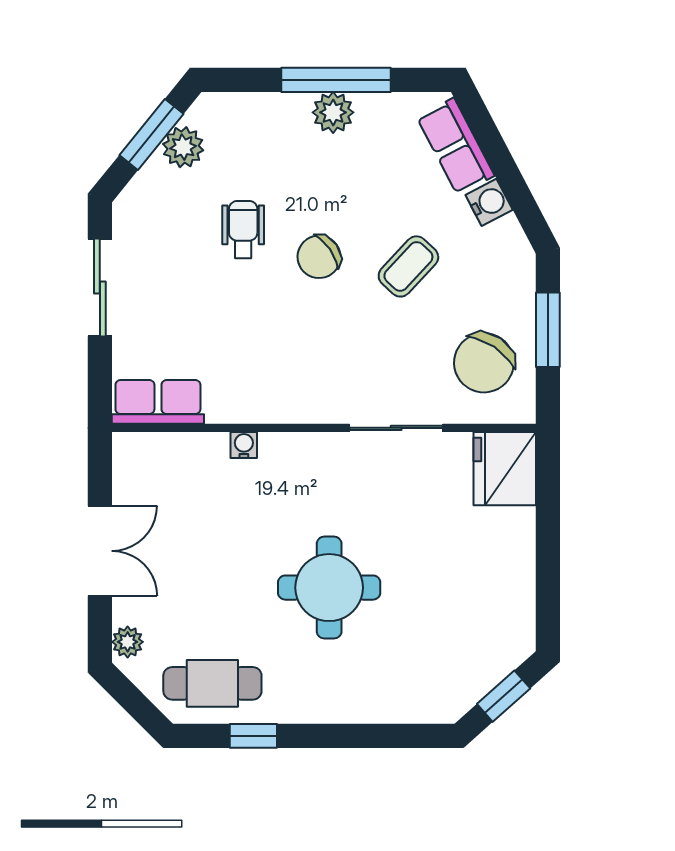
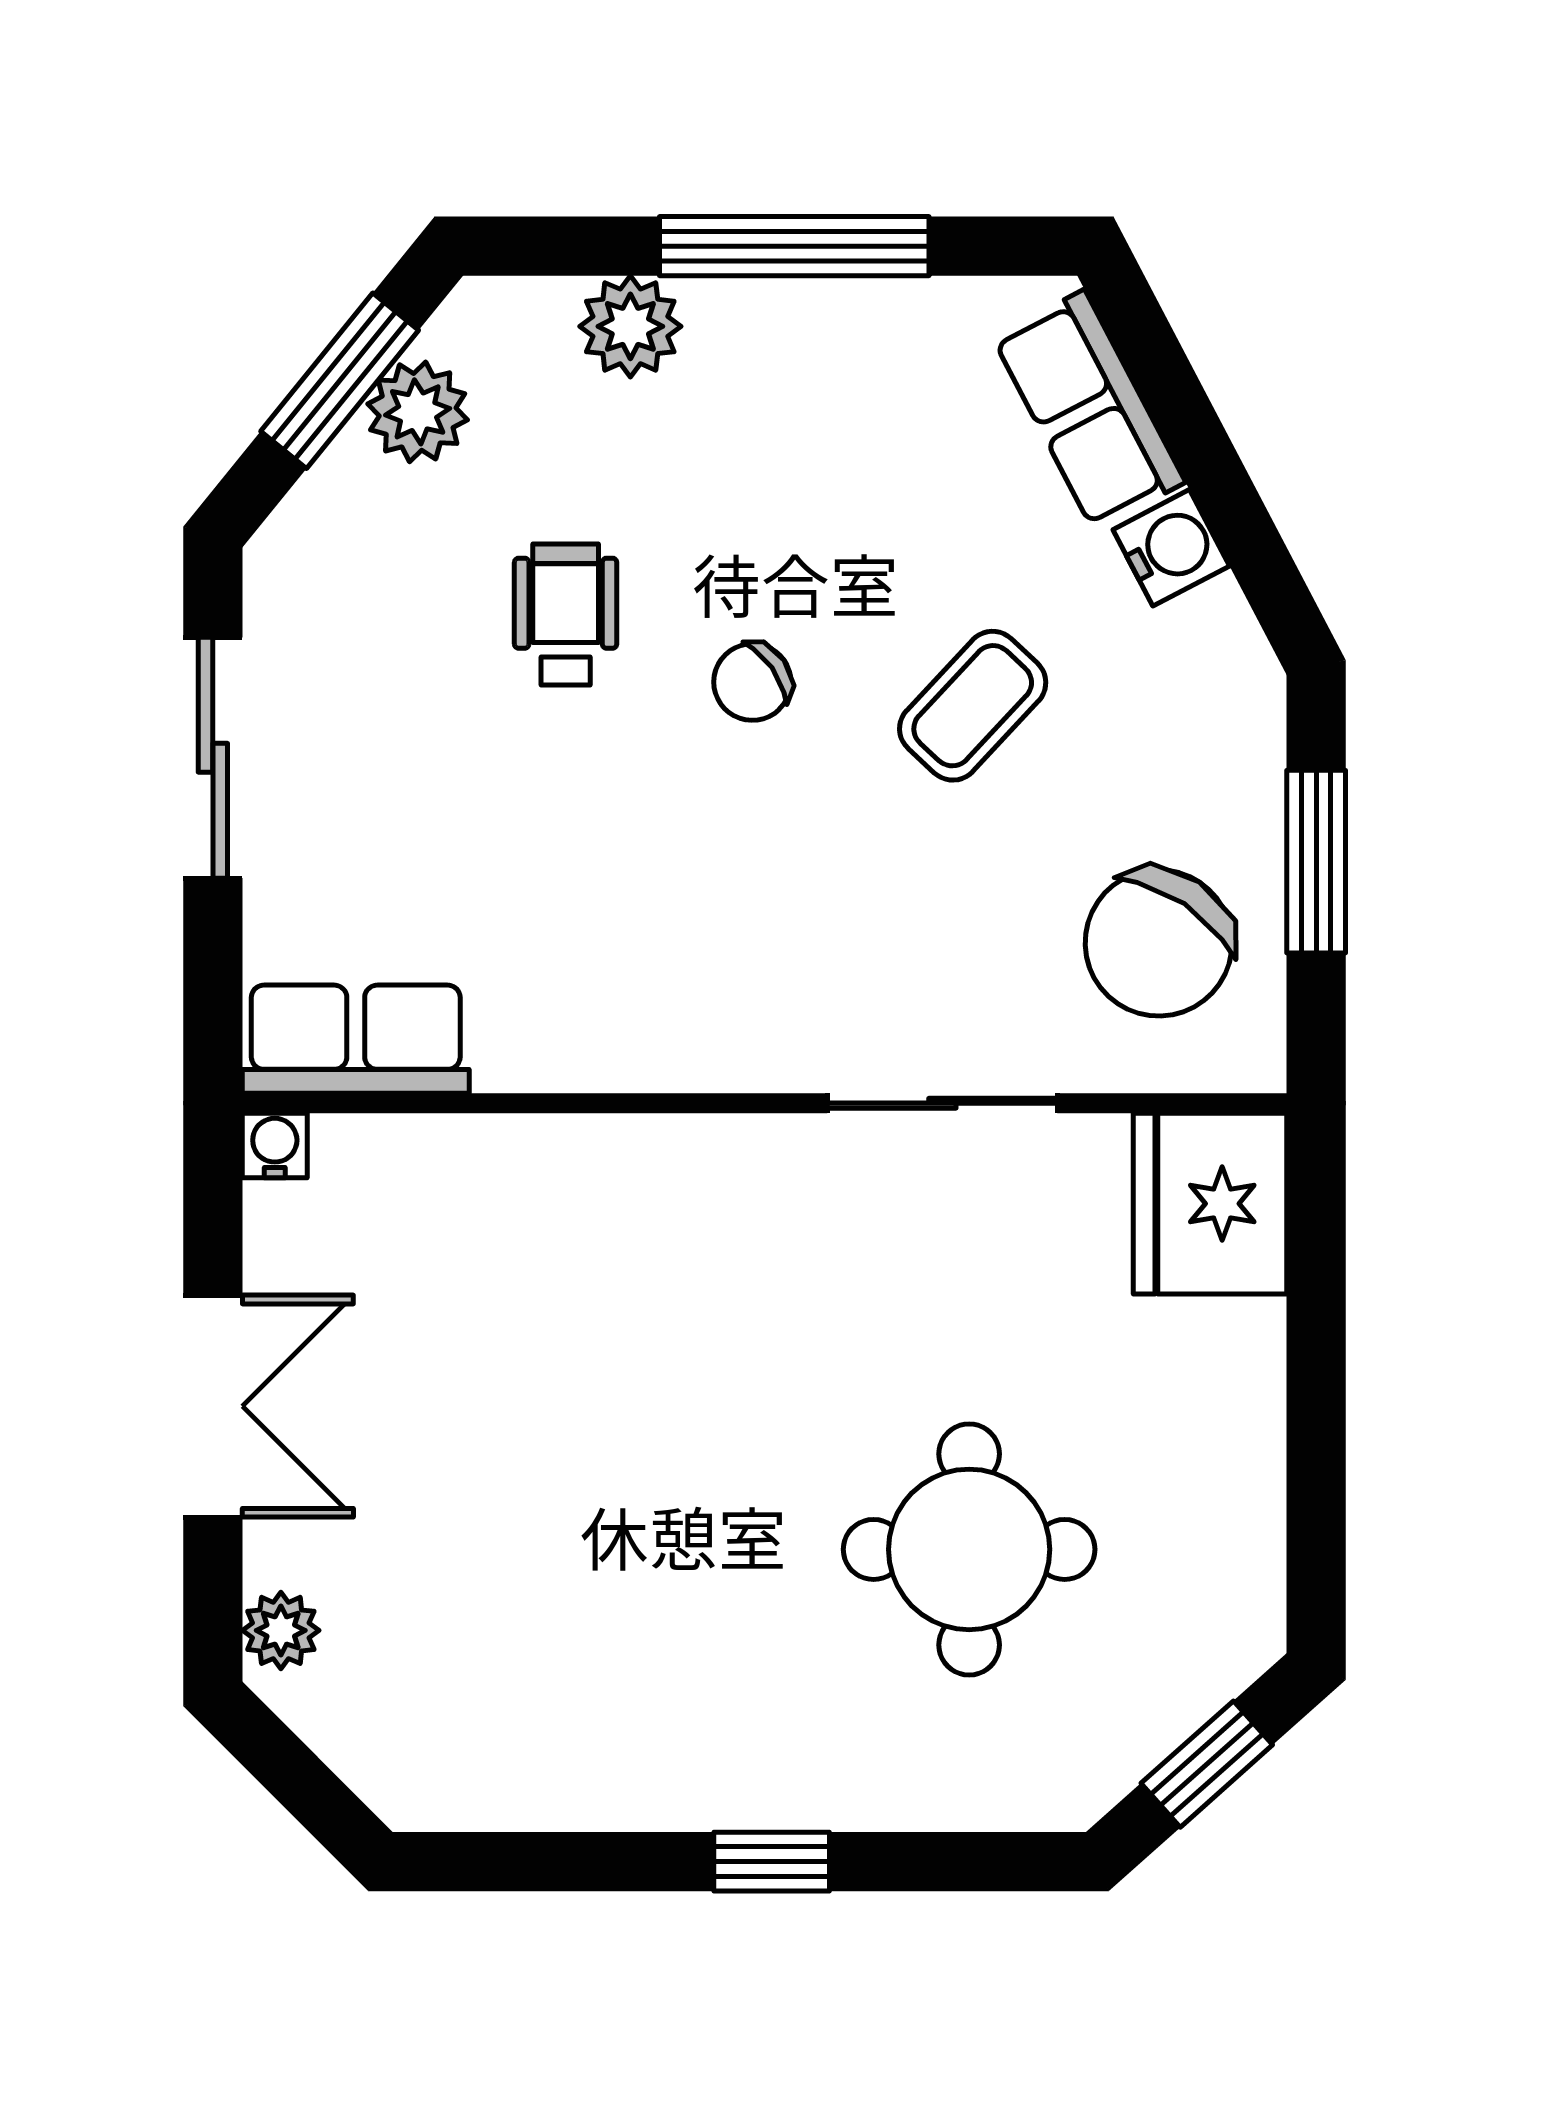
plant: (333, 112) -> (630, 326), moved
chair: (319, 257) -> (752, 682), width x0.73, depth x0.73
water cooler: (244, 445) -> (275, 1145), moved
round table: (329, 588) -> (969, 1549), moved
cafe table: (212, 683) -> (490, 1732), removed
window: (253, 736) -> (772, 1862), moved

